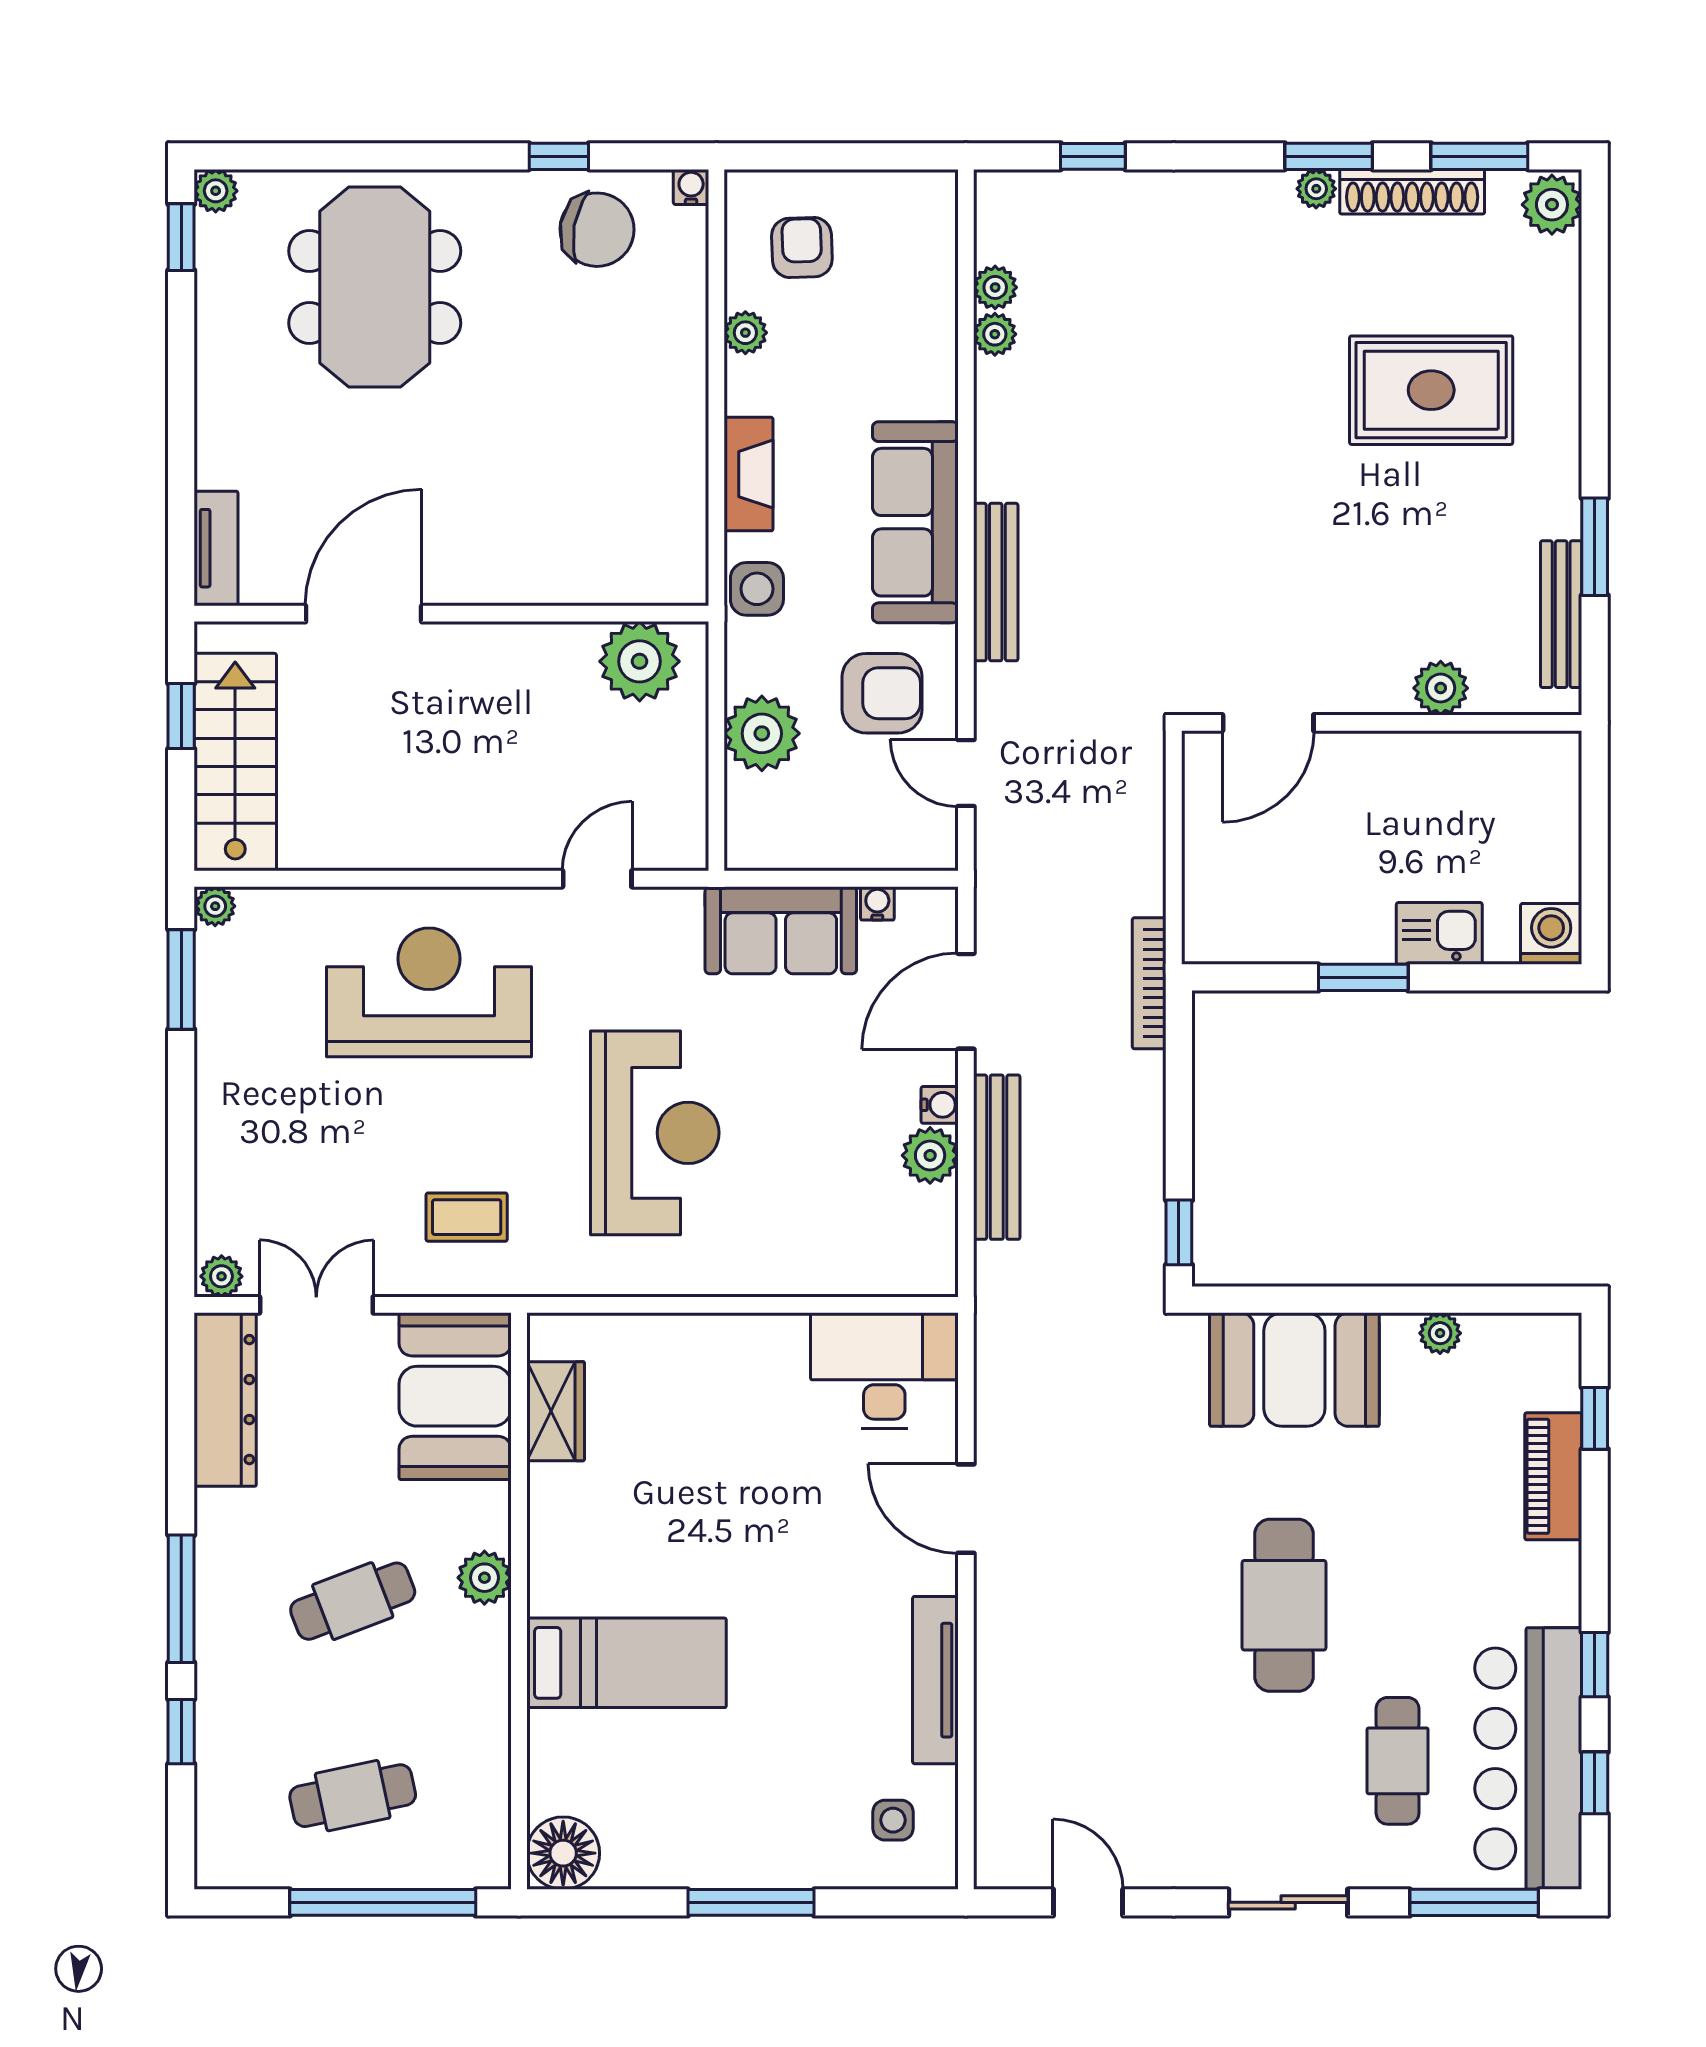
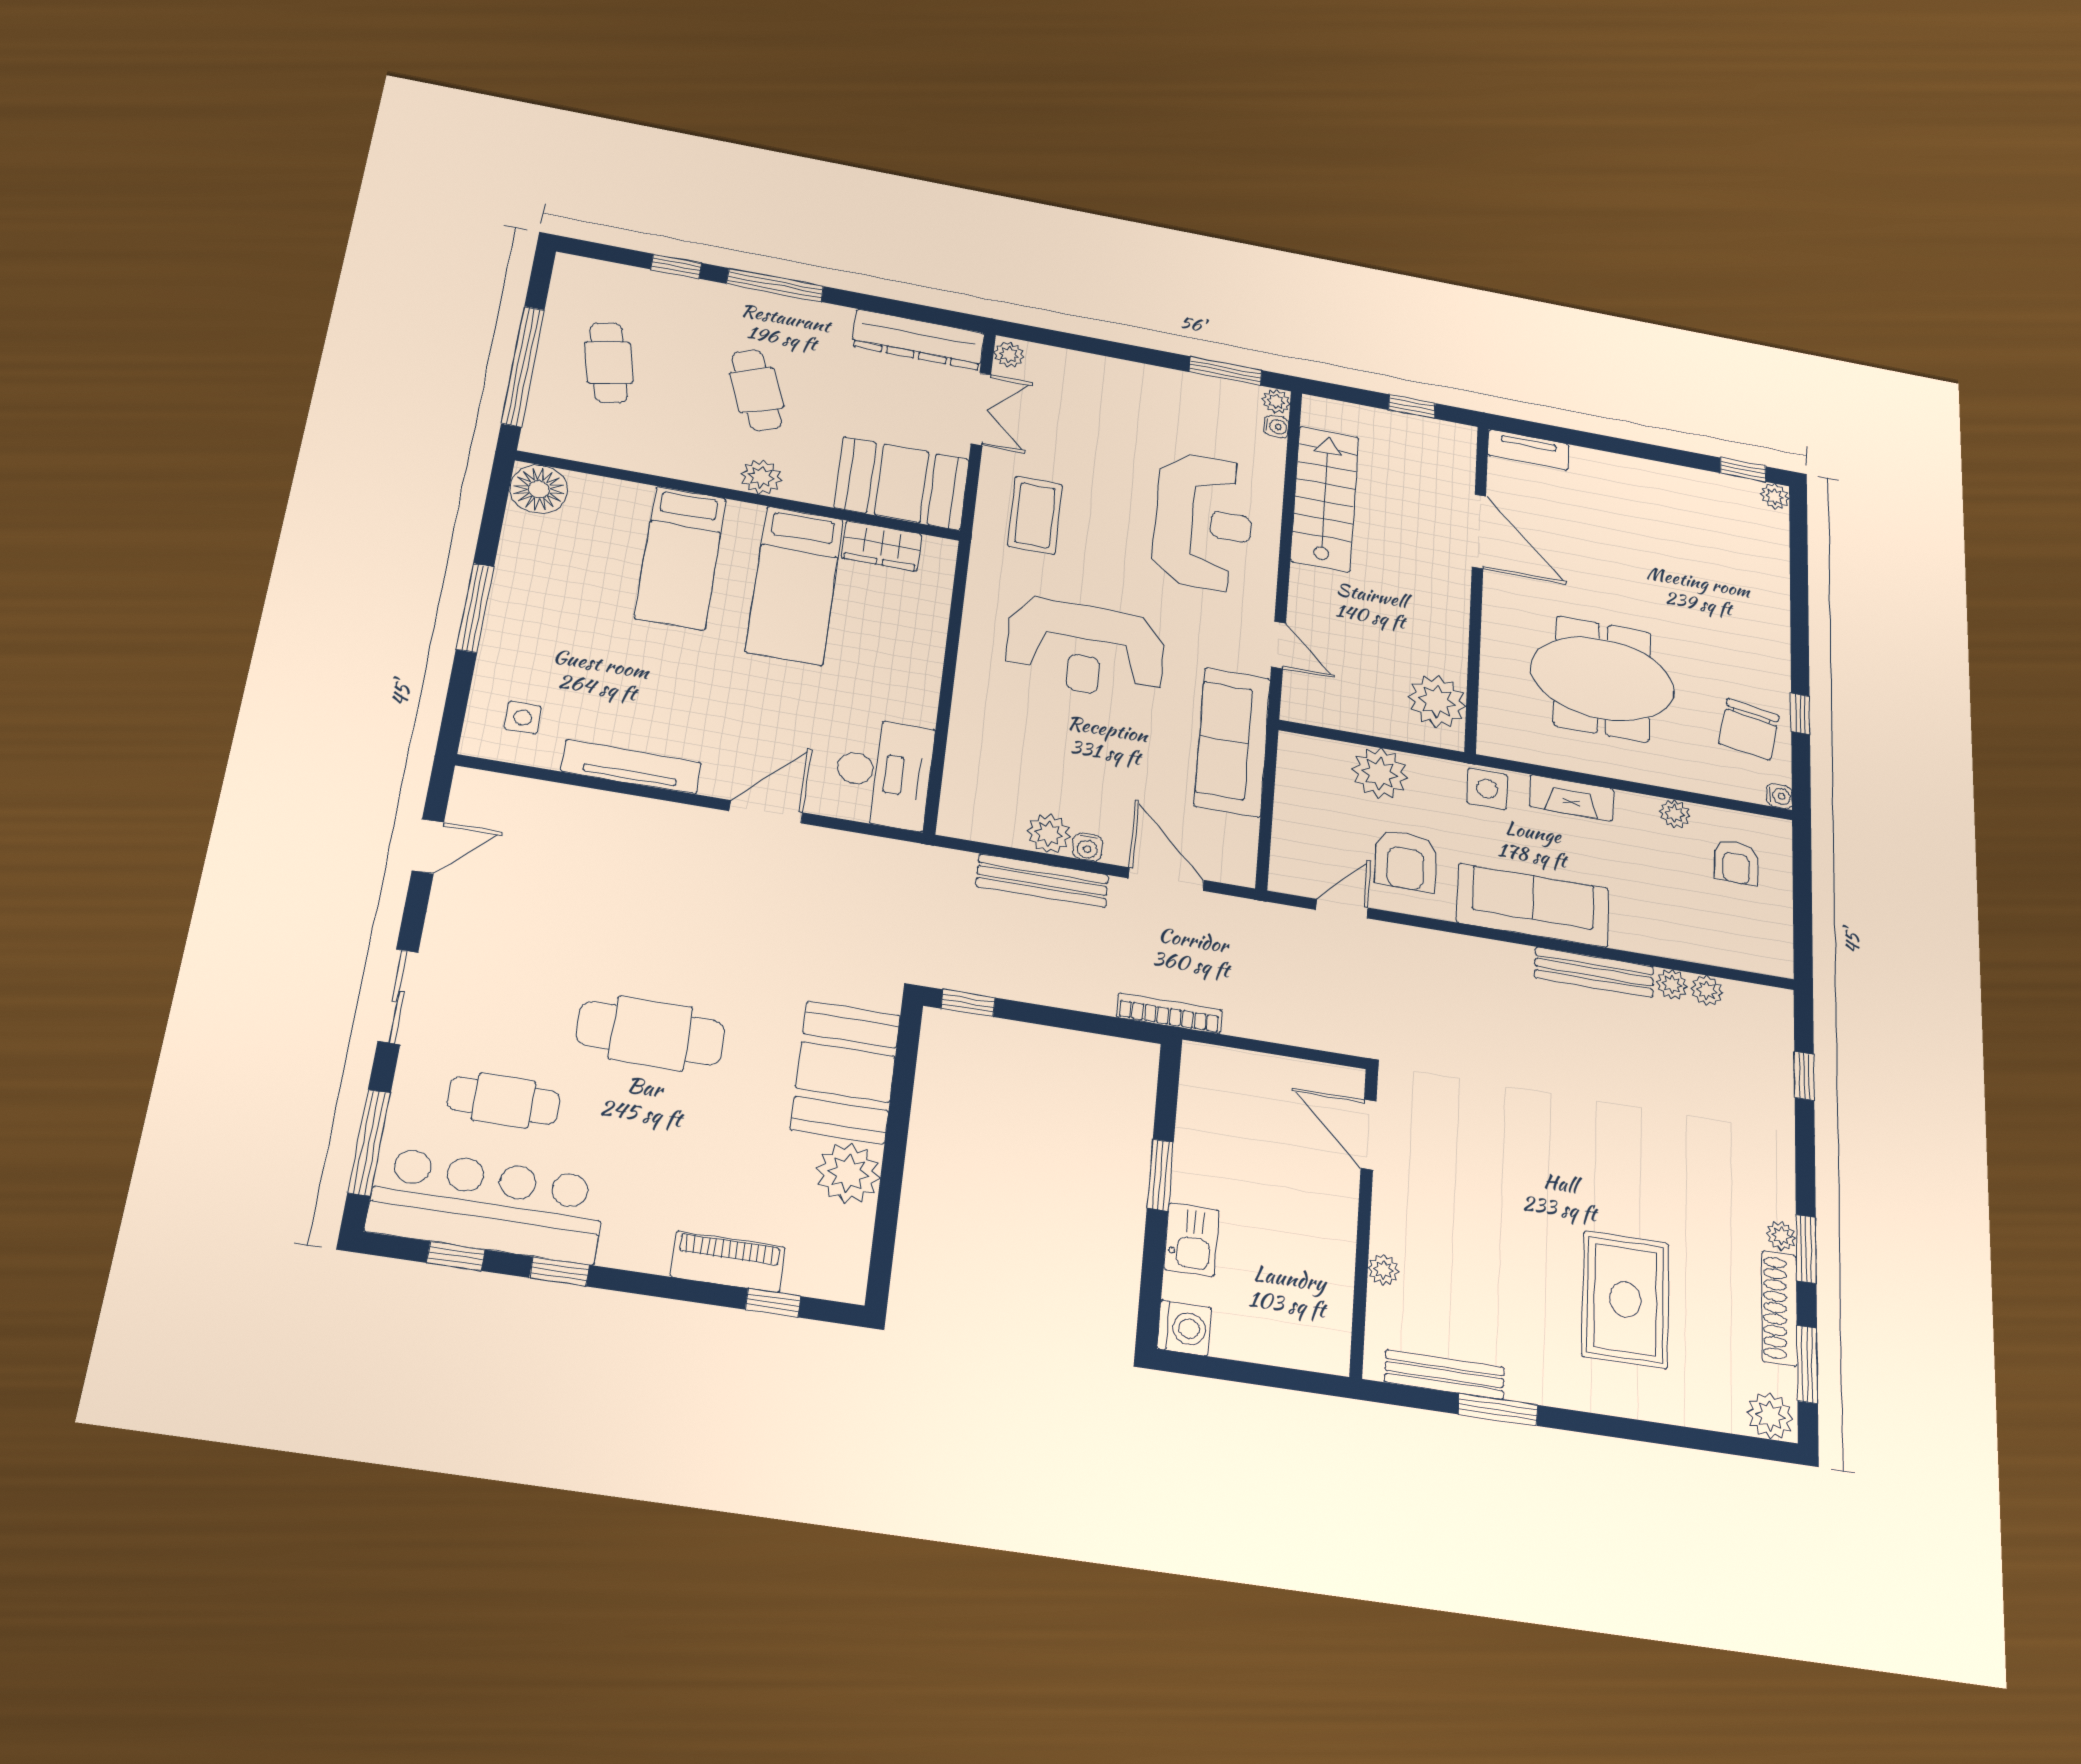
armchair: (802, 247) -> (1736, 862), turned 92
meeting table: (375, 287) -> (1602, 679), moved
bench: (996, 582) -> (1594, 972), moved
plant: (1441, 688) -> (1384, 1270), width x0.73, depth x0.73
stairs: (235, 762) -> (1325, 499), moved, turned -90
water cooler: (877, 903) -> (1276, 427), moved
sofa: (781, 930) -> (1232, 742), width x1.36
coffee table: (467, 1217) -> (1035, 515), width x1.36, depth x1.30
plant: (1440, 1333) -> (848, 1173), width x1.88, depth x1.88
bed: (637, 1515) -> (795, 585), added

